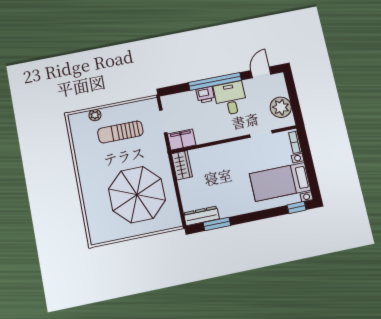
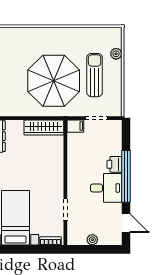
plant: (281, 107) -> (92, 240), width x0.53, depth x0.53
filing cabinet: (182, 140) -> (75, 126), width x0.50
wardrobe: (182, 165) -> (44, 127), width x1.50
parasol: (137, 195) -> (54, 81), moved

